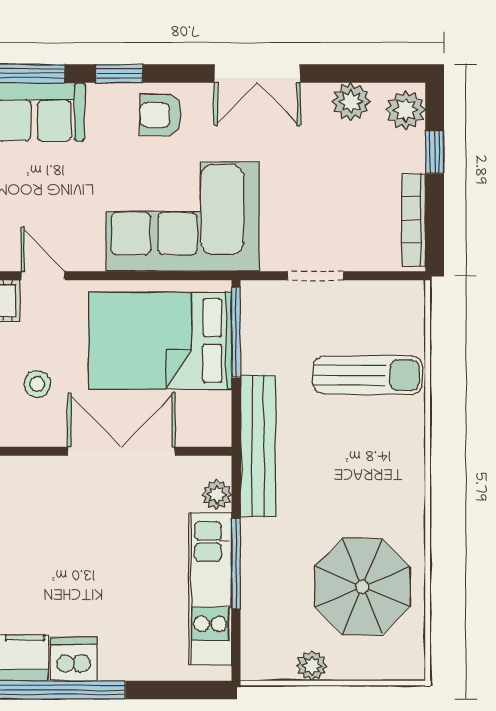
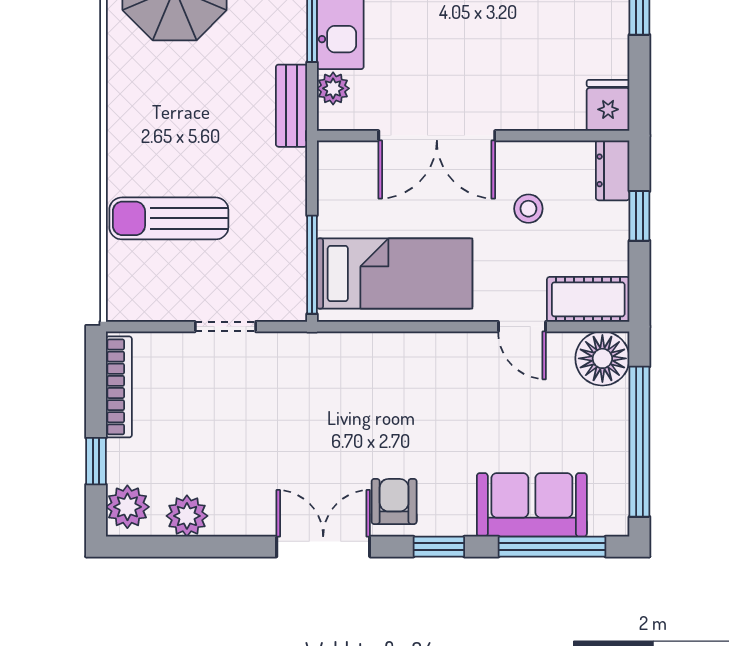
double door: (257, 73) -> (323, 547), moved
armchair: (161, 115) -> (394, 501), turned -90
corner sofa: (182, 217) -> (370, 391), removed
bed: (160, 341) -> (395, 273), width x0.67
bench: (258, 446) -> (292, 106), width x0.54, depth x0.82

